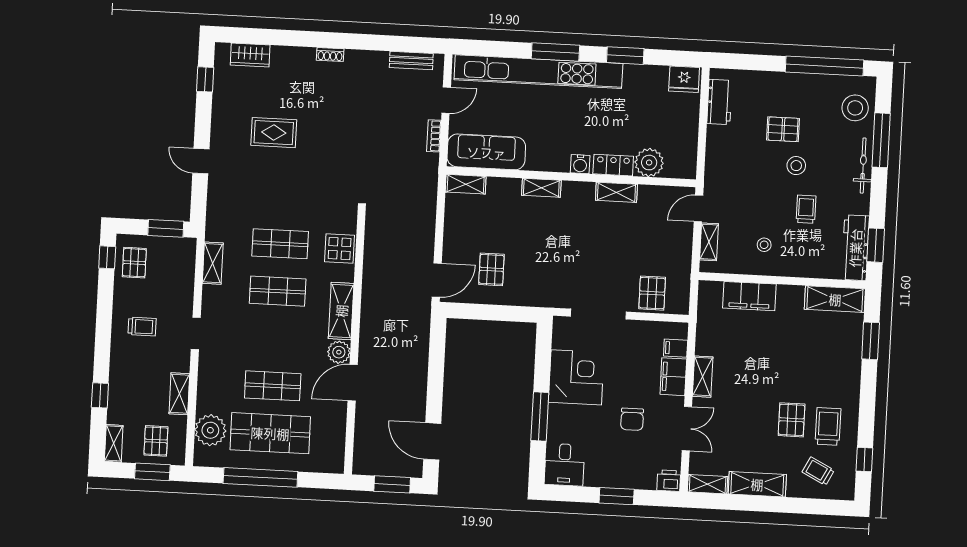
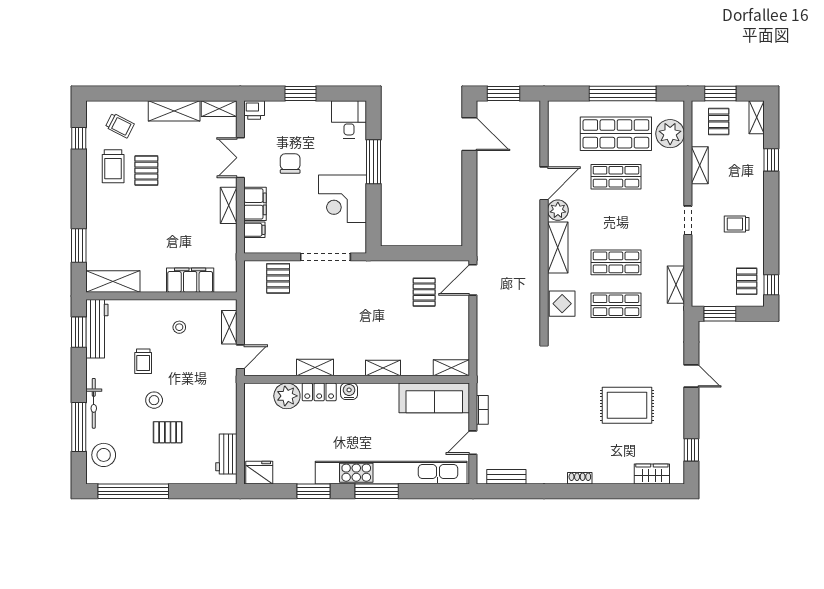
rug: (274, 133) -> (627, 405), width x1.36, depth x1.43

